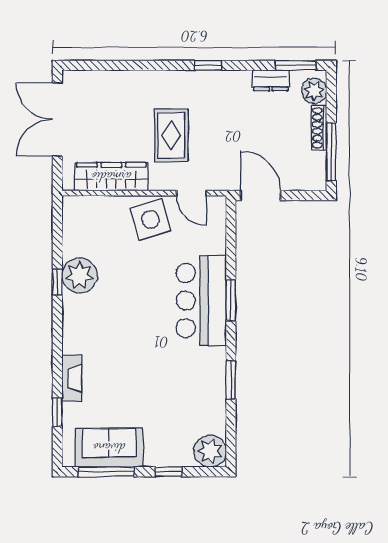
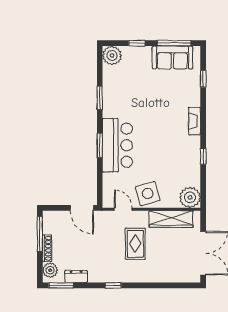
plant: (80, 276) -> (190, 197), moved
fireplace: (72, 378) -> (195, 121), moved

